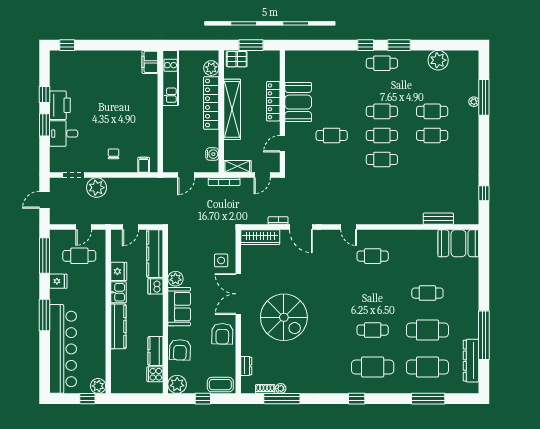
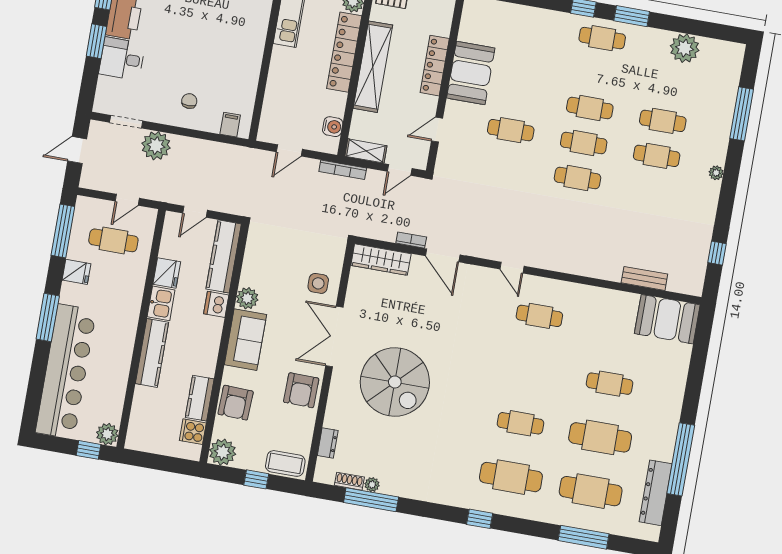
plant: (474, 102) -> (716, 173), moved

